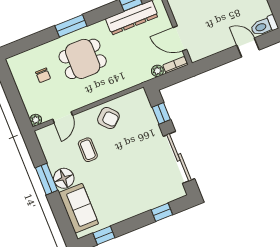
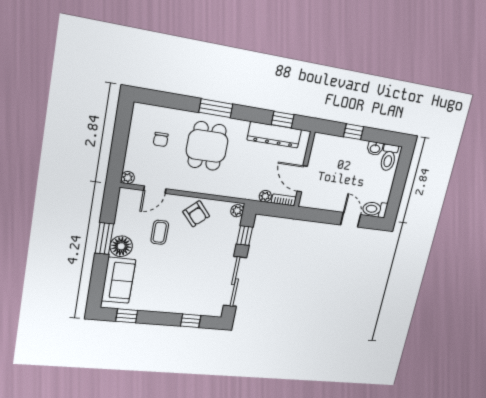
dining table: (83, 59) -> (207, 146), turned 90
plant: (141, 96) -> (237, 211), added

